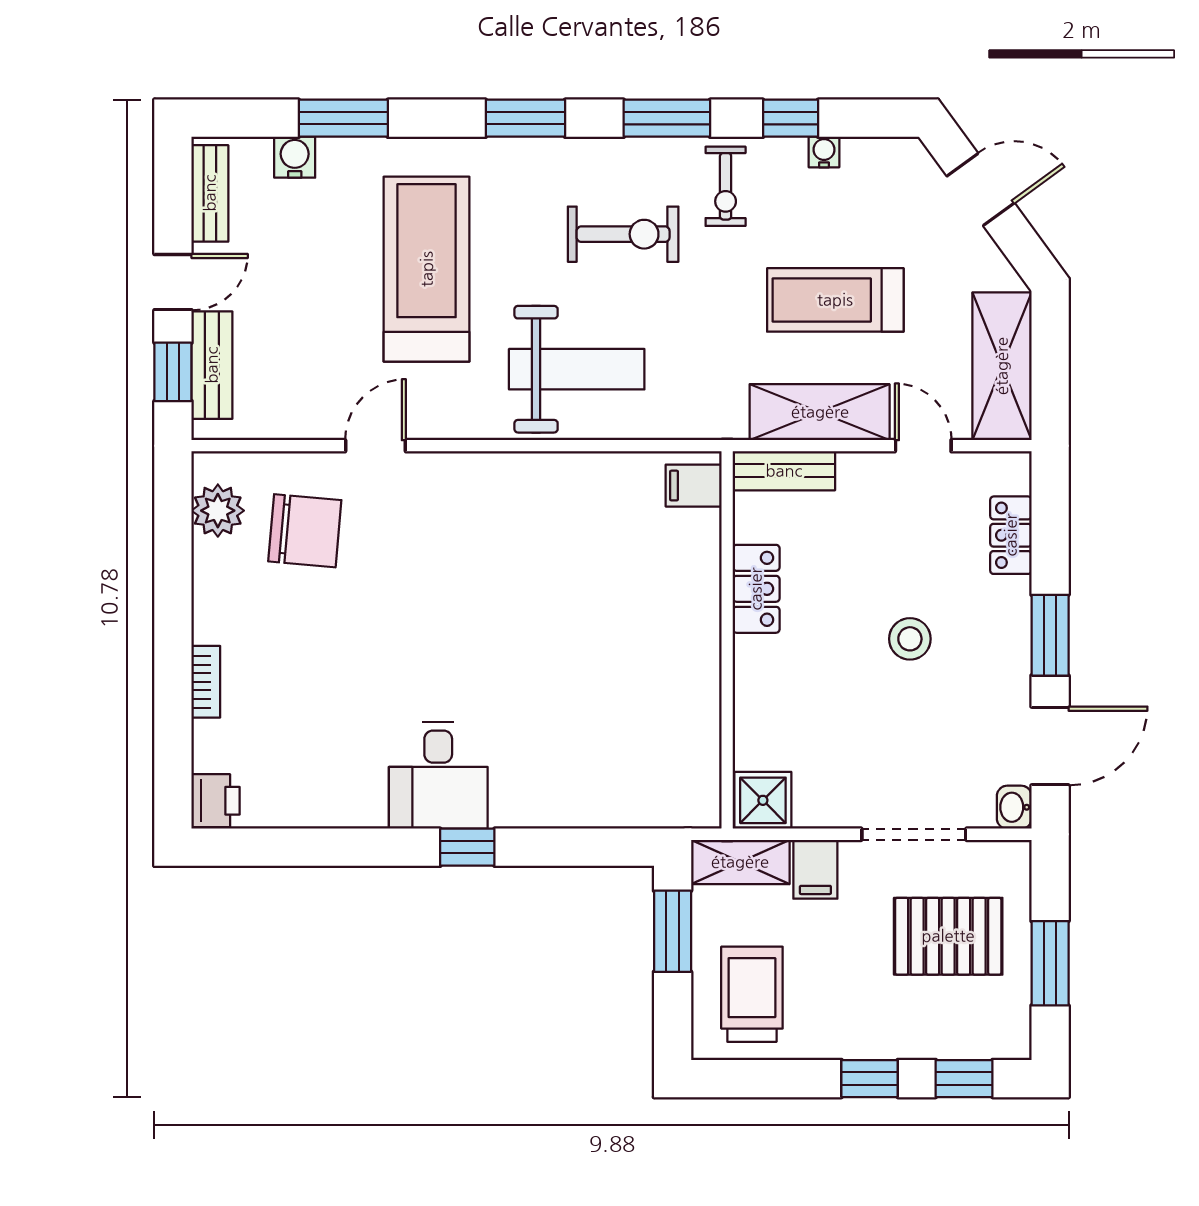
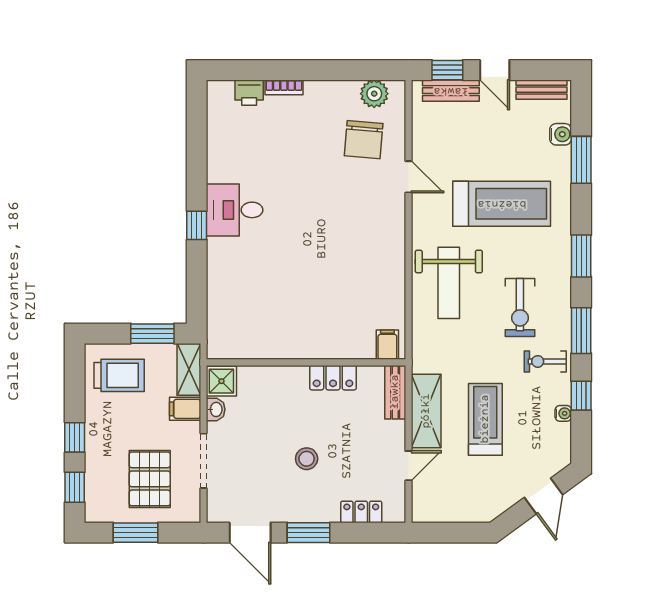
shelving: (1002, 366) -> (450, 507), removed
printer: (216, 801) -> (249, 93), moved
washbasin: (1014, 807) -> (216, 409), moved, turned 90

